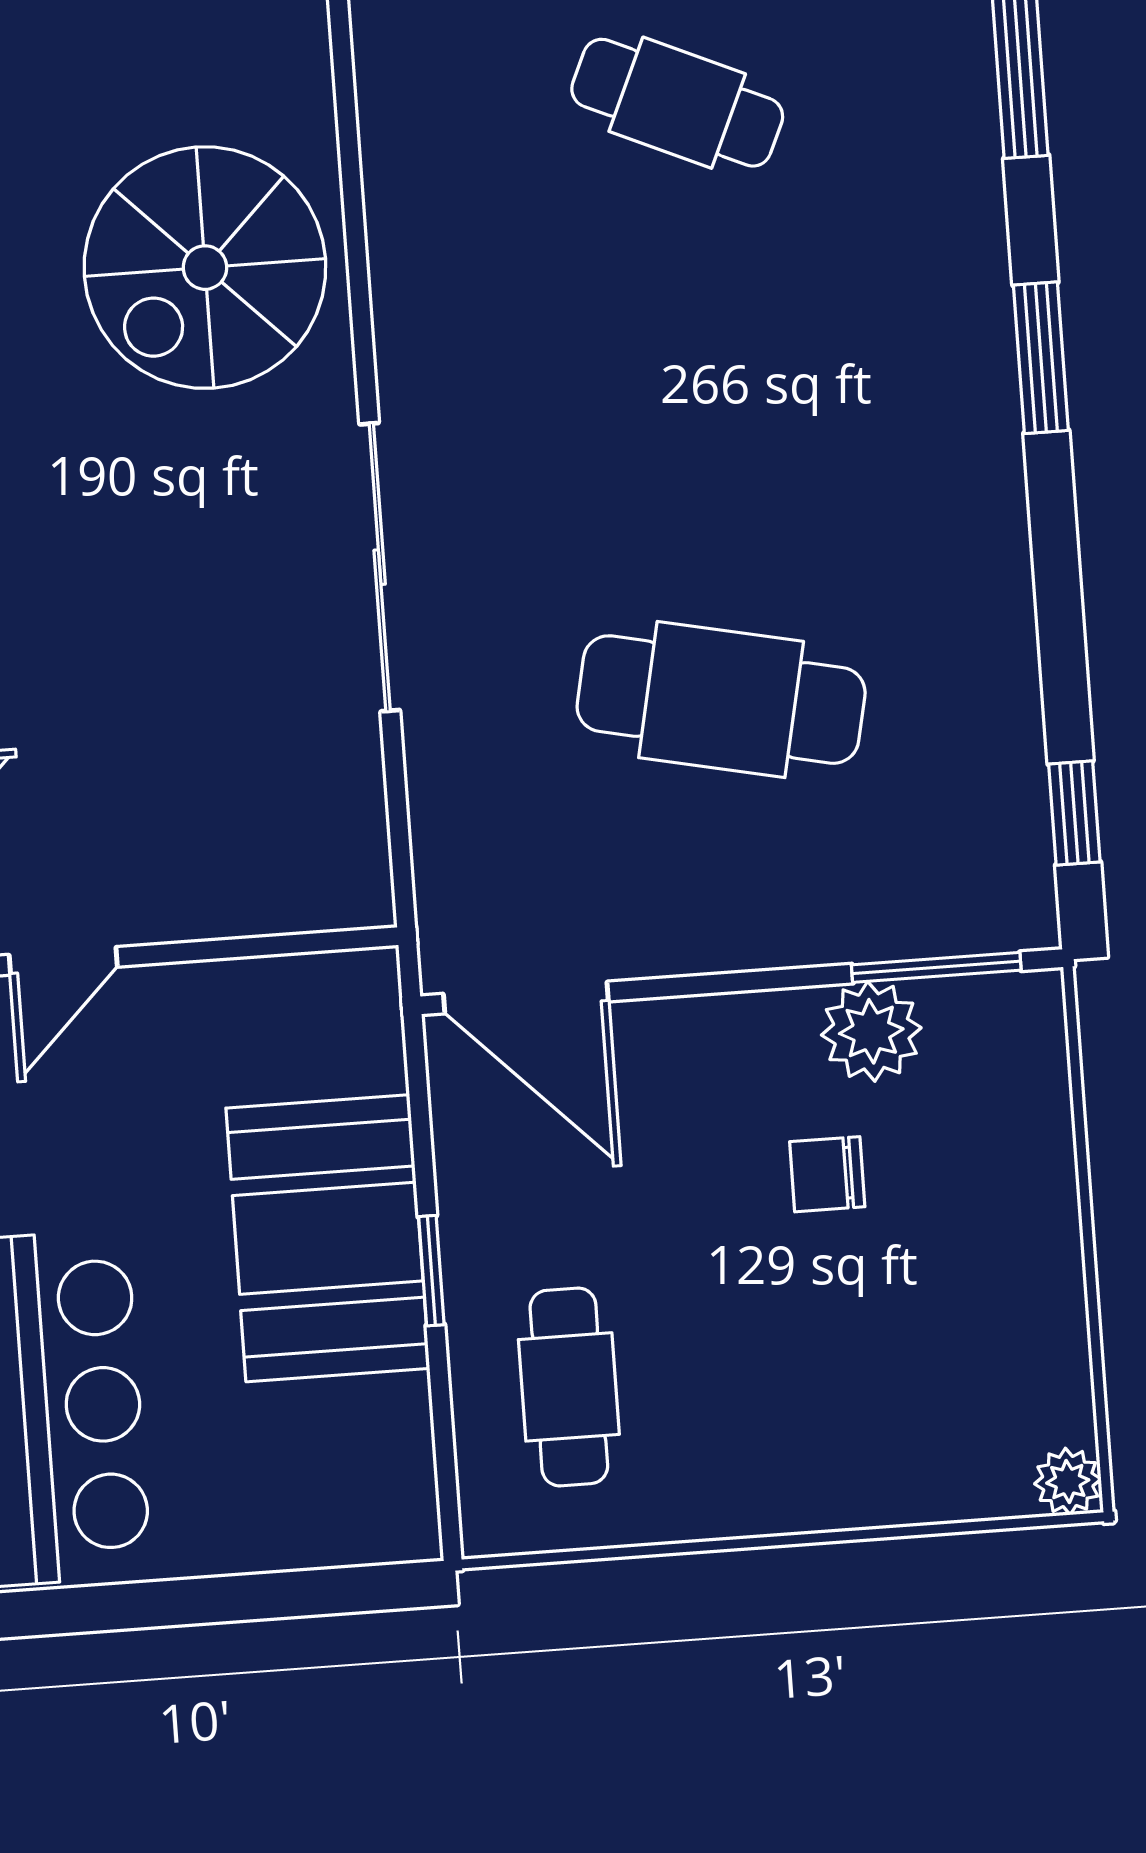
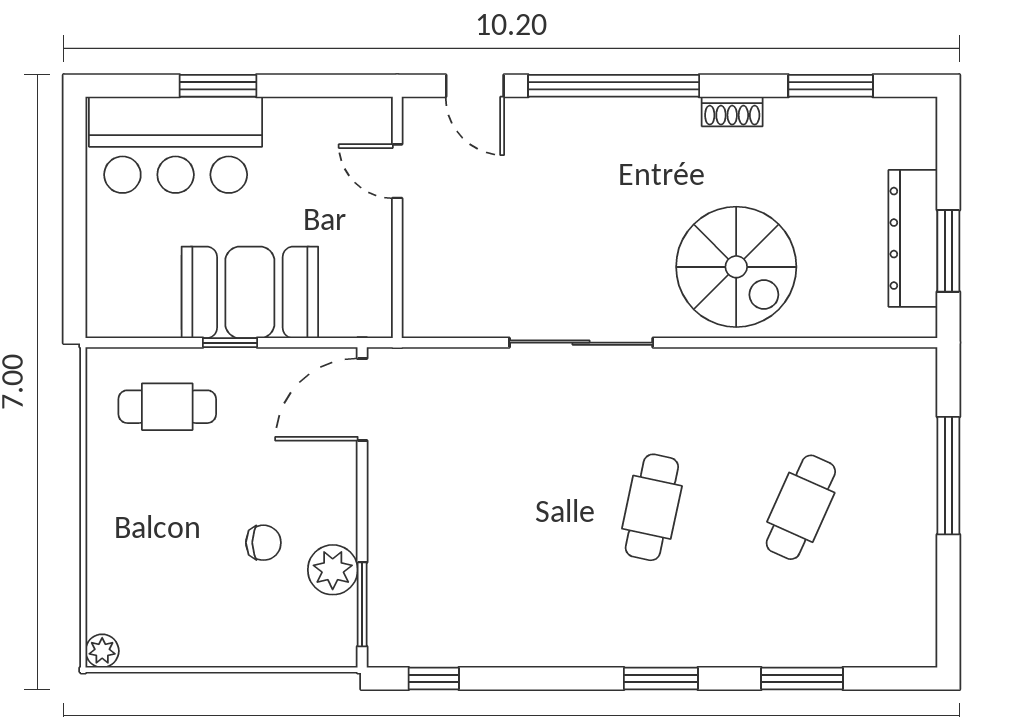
spiral stairs: (205, 268) -> (736, 267), turned 180
cafe table: (721, 700) -> (652, 507), moved, width x0.73, depth x0.74
chair: (827, 1174) -> (263, 543), turned 90

